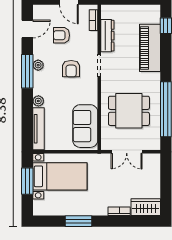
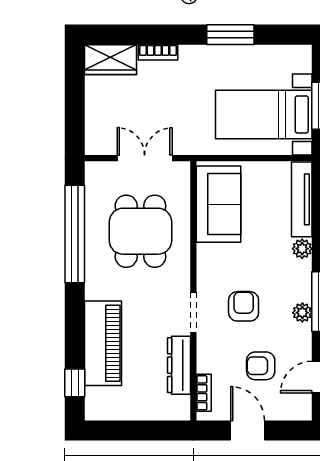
armchair: (61, 35) -> (261, 366), turned 180
dining table: (129, 111) -> (140, 231), turned 90

